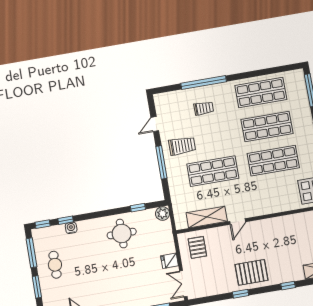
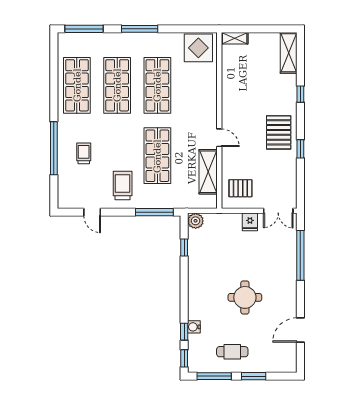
window: (161, 162) -> (154, 212), moved
round table: (122, 233) -> (245, 297), moved

